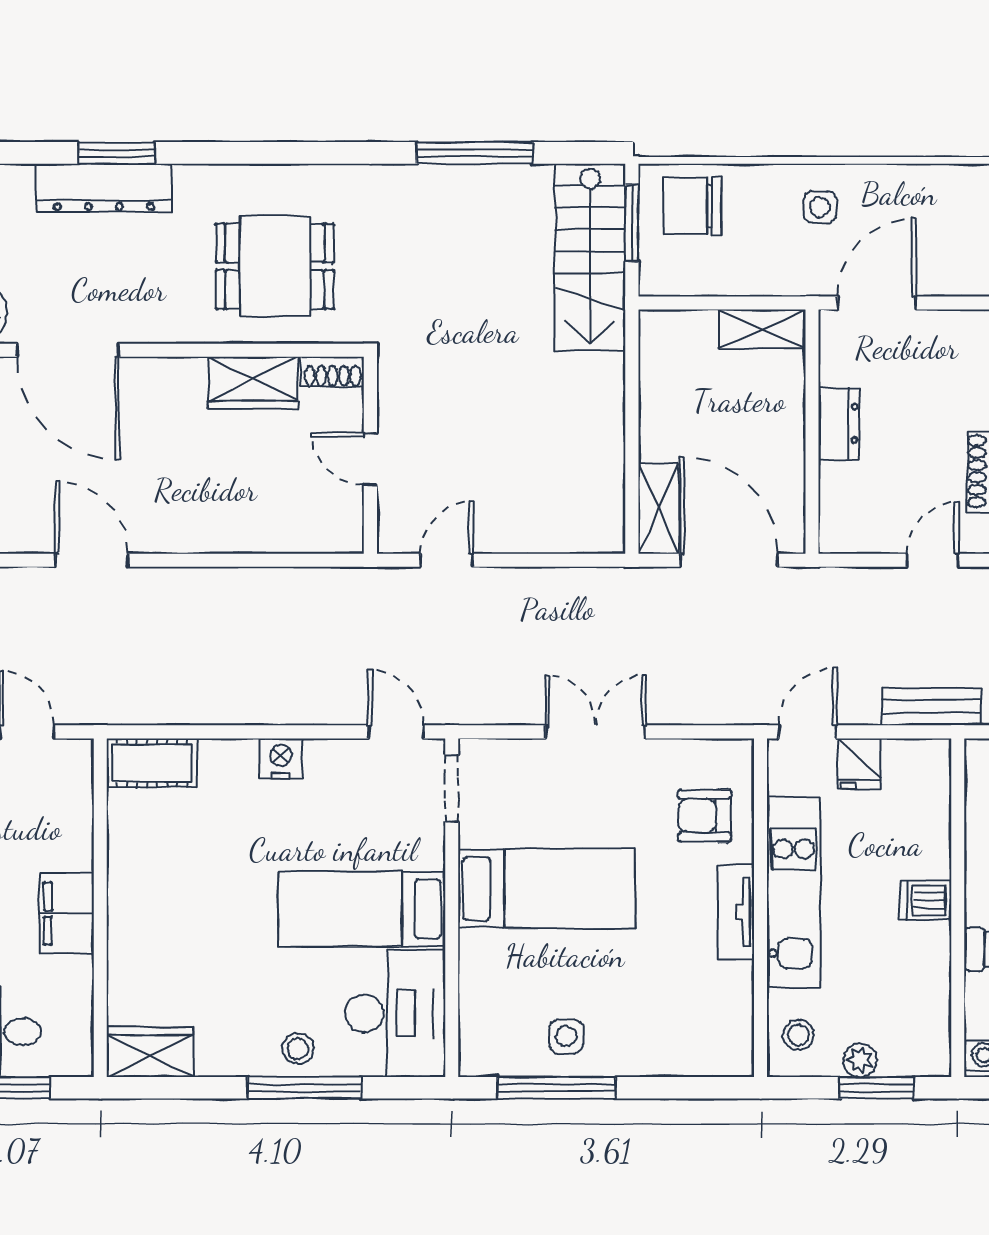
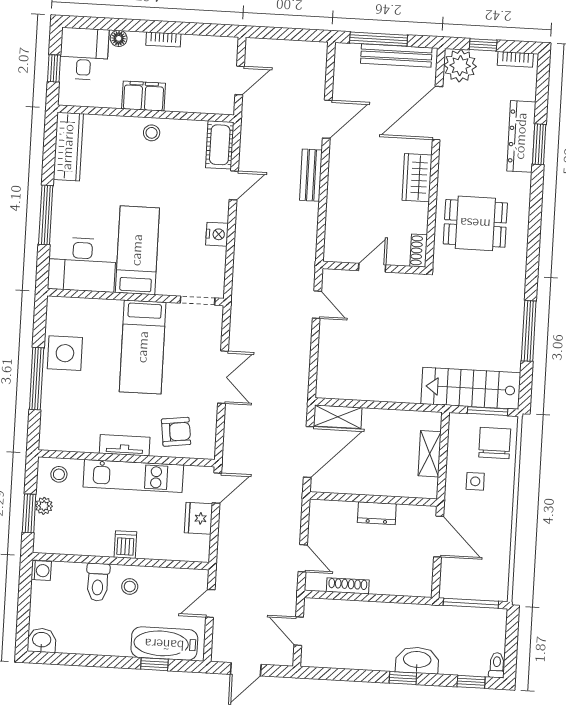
side table: (820, 207) -> (475, 481), moved
dining table: (275, 266) -> (475, 223), turned 90
shelving: (762, 329) -> (430, 454), moved
wardrobe: (253, 383) -> (417, 178), moved
bench: (931, 707) -> (311, 175), moved
door: (396, 732) -> (234, 185), moved
door: (808, 732) -> (217, 488), hinge flipped
nightstand: (281, 759) -> (217, 234), moved
fridge: (859, 764) -> (198, 518), width x1.38
armchair: (705, 816) -> (176, 432), turned 83
side table: (566, 1036) -> (65, 353), width x1.87, depth x1.87
stool: (298, 1049) -> (152, 133), moved
wardrobe: (150, 1052) -> (68, 147), width x1.50
window: (556, 1088) -> (37, 379), moved

